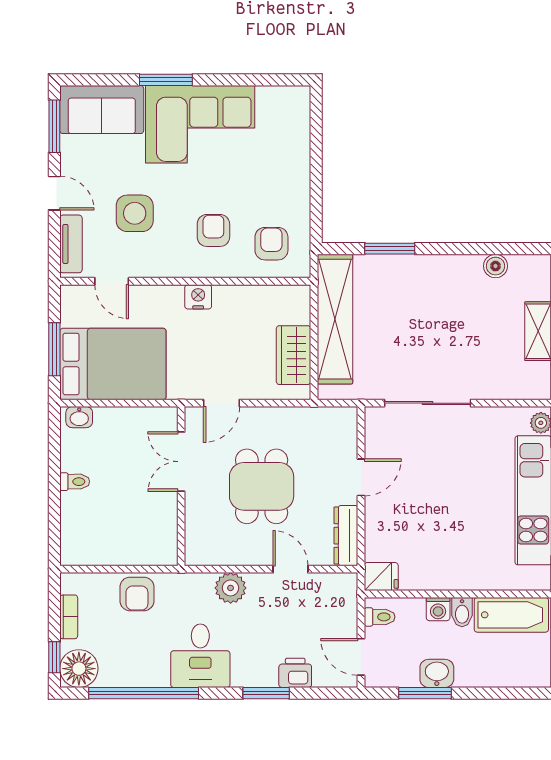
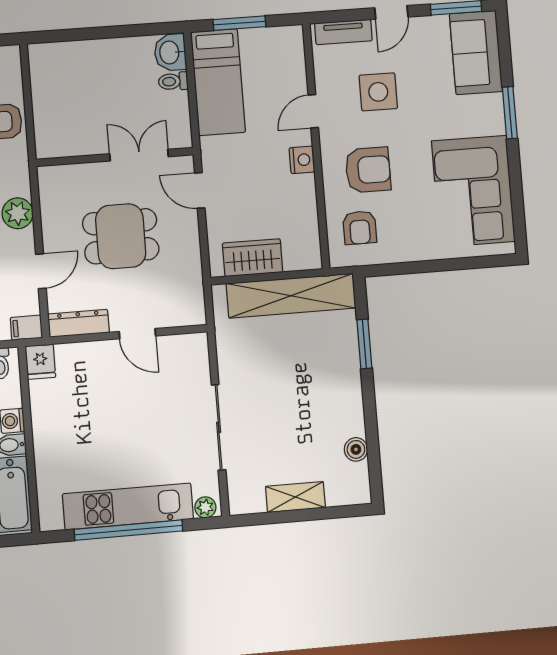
corner sofa: (200, 124) -> (473, 191), moved
armchair: (213, 230) -> (368, 170), width x1.38, depth x1.38
armchair: (271, 244) -> (360, 228), turned 90
door: (112, 281) -> (313, 111), moved
bed: (113, 364) -> (218, 82), width x0.67
sliding door: (428, 403) -> (219, 427), moved
washbasin: (79, 417) -> (170, 52), width x1.38, depth x1.45
toilet: (75, 482) -> (173, 81), moved, turned 90
filing cabinet: (346, 588) -> (26, 328), added

